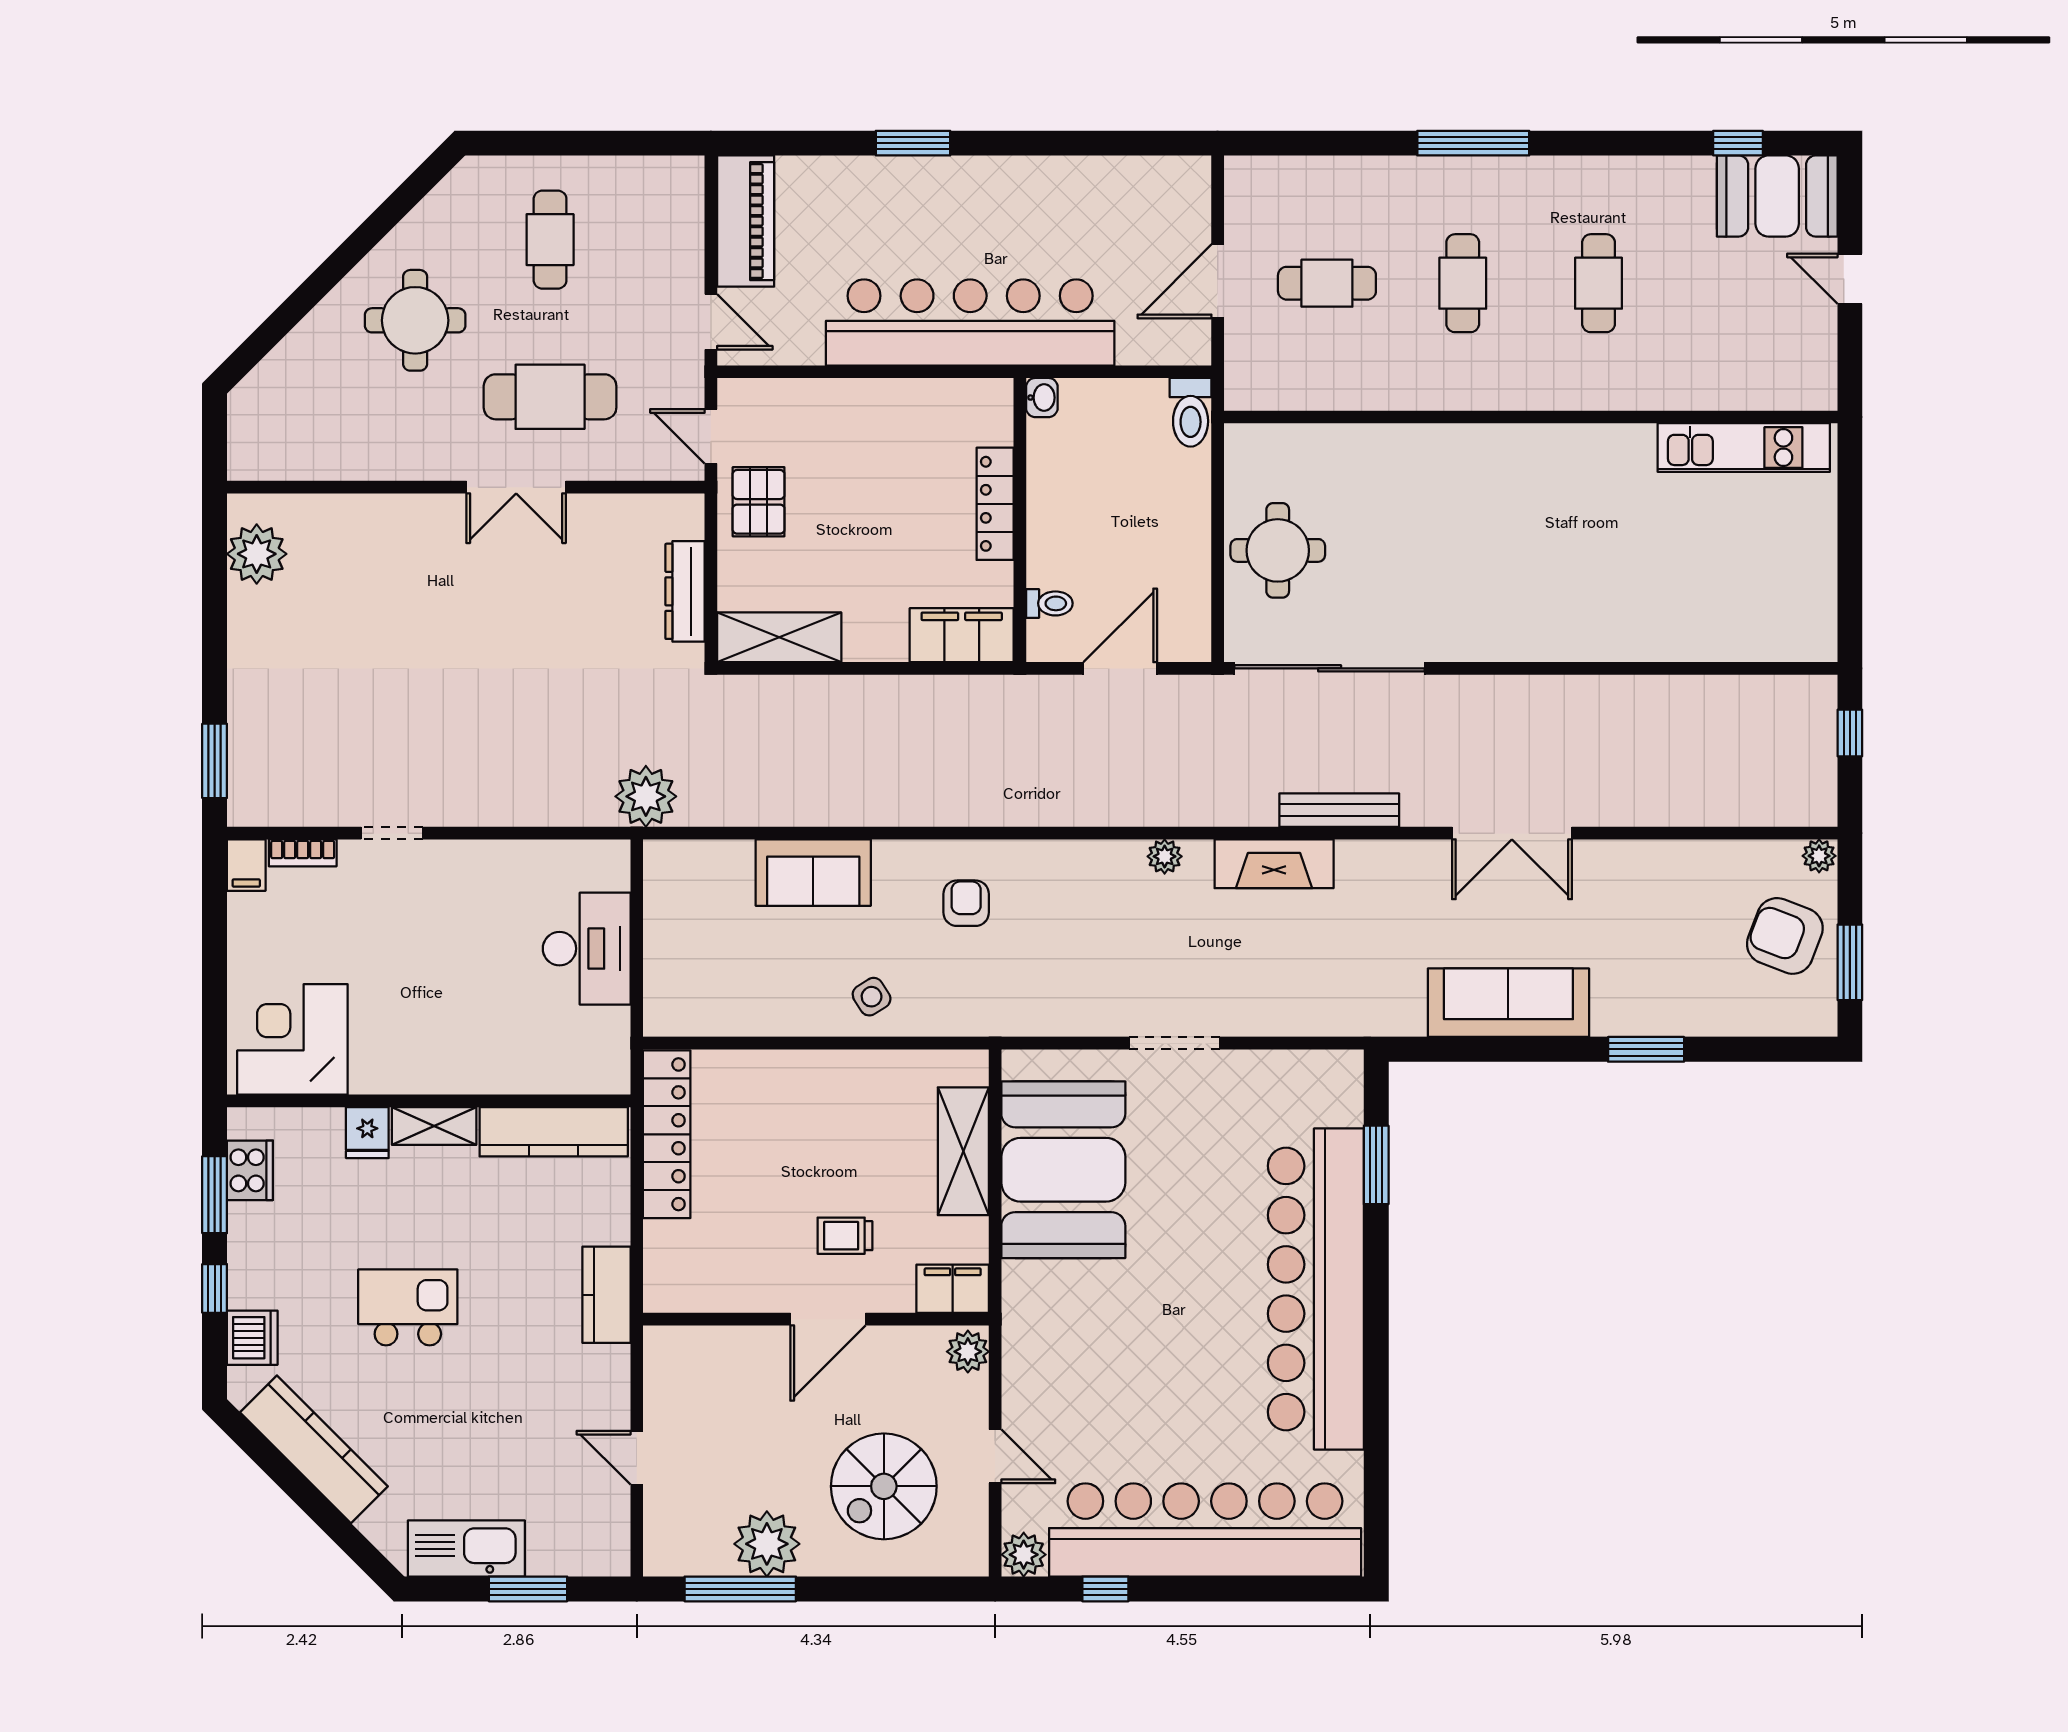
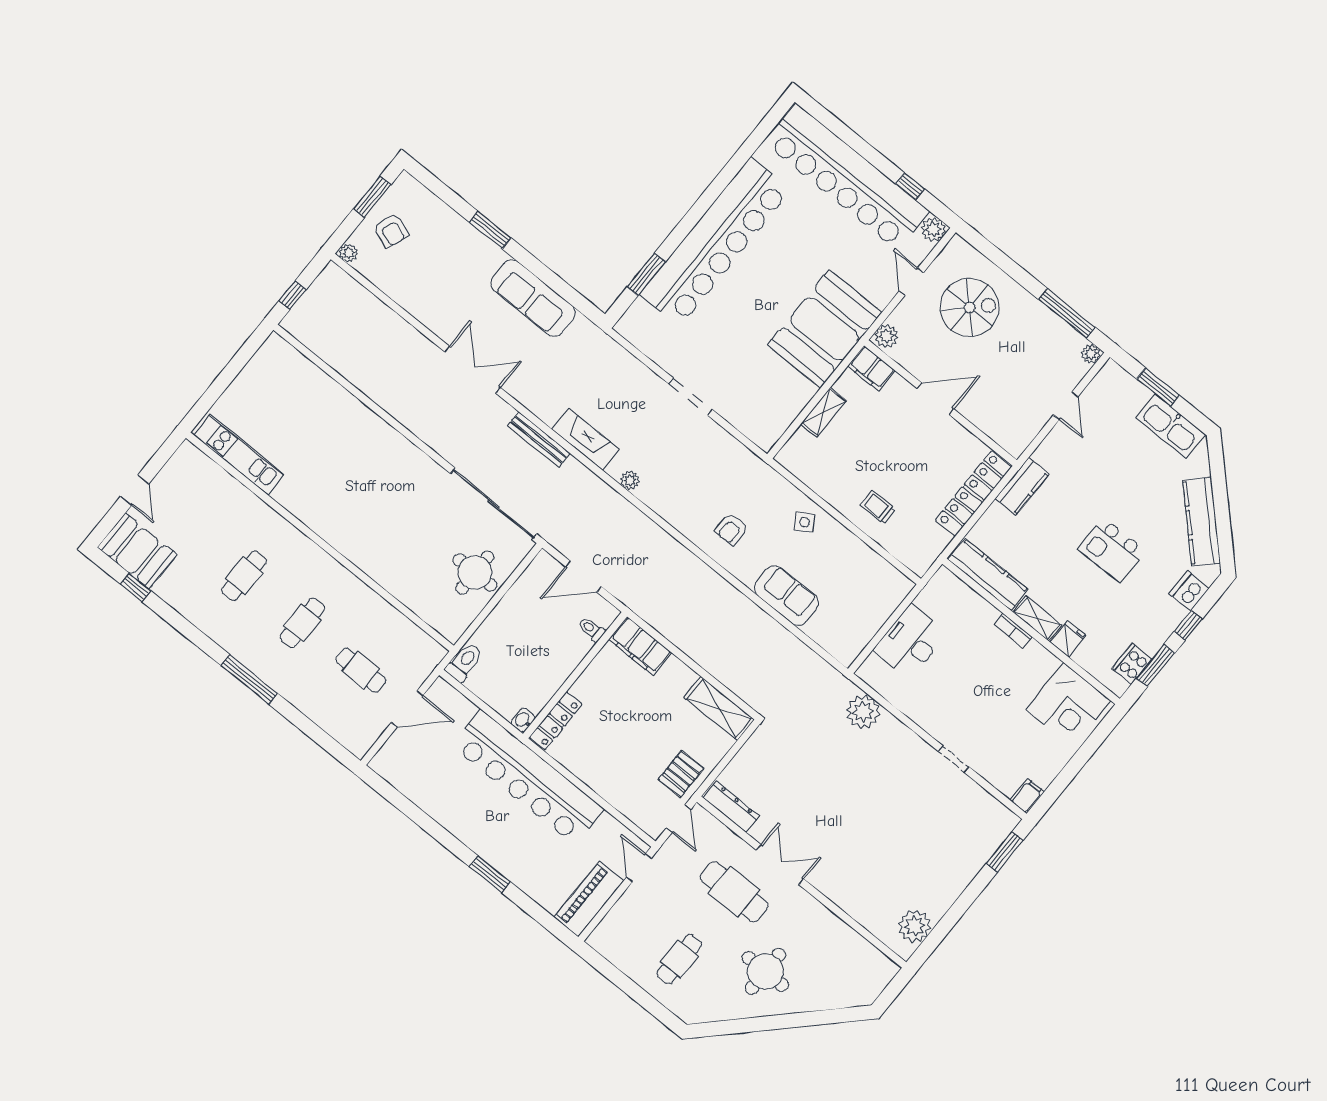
locker: (995, 504) -> (556, 721), moved
dresser: (685, 591) -> (731, 807), moved, turned -90
plant: (646, 796) -> (863, 712), moved
bookcase: (303, 853) -> (1013, 631), moved, turned 180
armchair: (1785, 936) -> (391, 231), width x0.72, depth x0.72
locker: (667, 1134) -> (973, 493), moved
shelving: (963, 1151) -> (824, 412), width x0.67, depth x0.75
booth: (1063, 1170) -> (825, 329), moved
trolley: (845, 1236) -> (878, 507), moved, turned 180
plant: (767, 1544) -> (1091, 354), moved, width x0.53, depth x0.53

